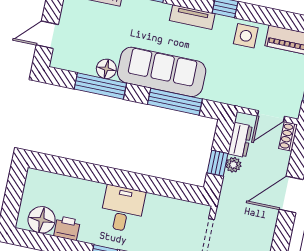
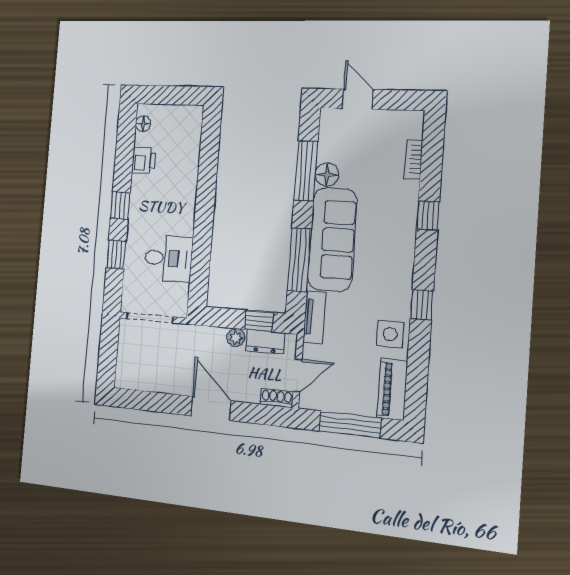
tv unit: (192, 17) -> (315, 317), moved, turned 180
door: (271, 116) -> (298, 375), swing flipped
window: (217, 163) -> (259, 321), moved
desk: (122, 209) -> (168, 258), moved
floor lamp: (42, 220) -> (143, 124), width x0.53, depth x0.53

